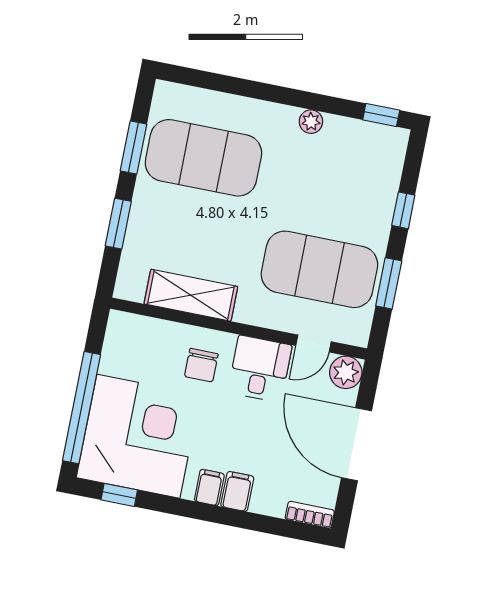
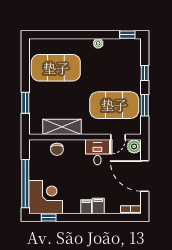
window: (133, 147) -> (25, 69), removed
chair: (201, 365) -> (57, 149), moved
corner desk: (138, 436) -> (46, 197), width x0.74, depth x0.74

